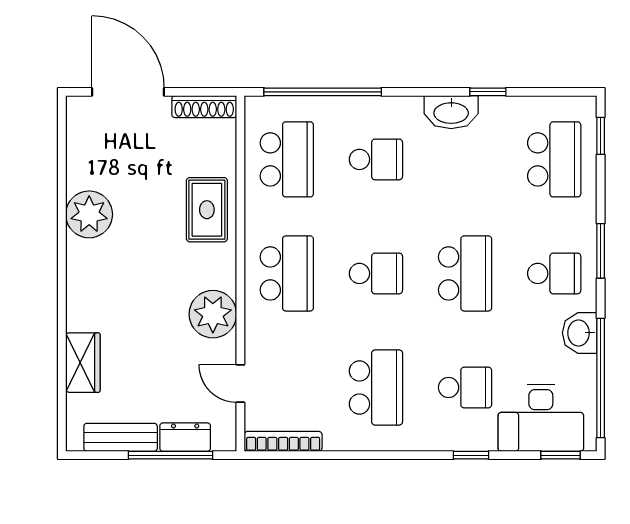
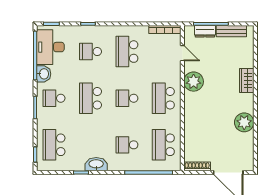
rug: (207, 210) -> (196, 124), removed
wardrobe: (83, 363) -> (247, 80), moved
desk: (541, 418) -> (50, 47), moved, turned -90

